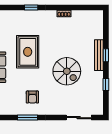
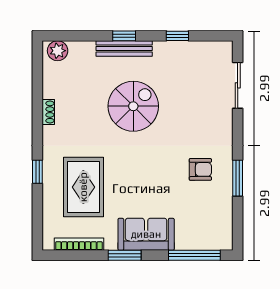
plant: (98, 19) -> (58, 51), added
rug: (28, 52) -> (83, 187), moved, turned 90
spiral stairs: (67, 71) -> (133, 106), moved

